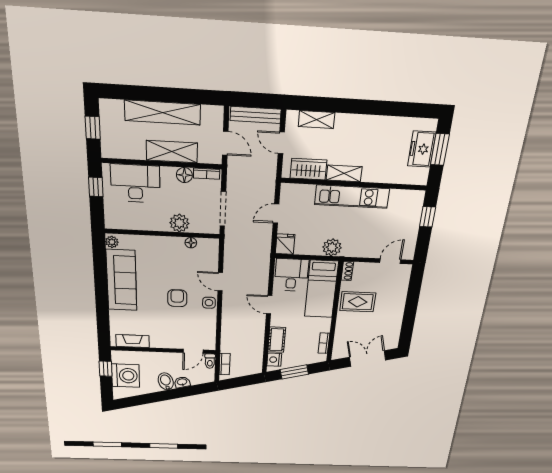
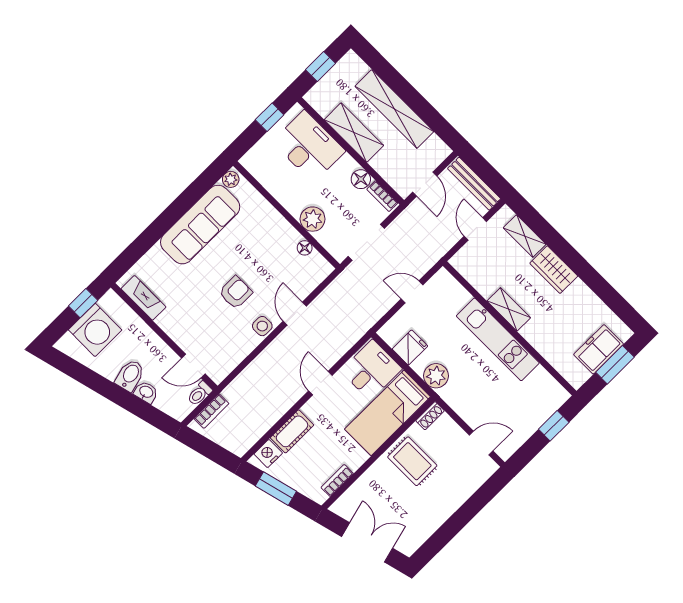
shelving: (172, 152) -> (354, 133), moved
wardrobe: (308, 169) -> (554, 270), moved, turned 180
fridge: (285, 244) -> (410, 347), moved

